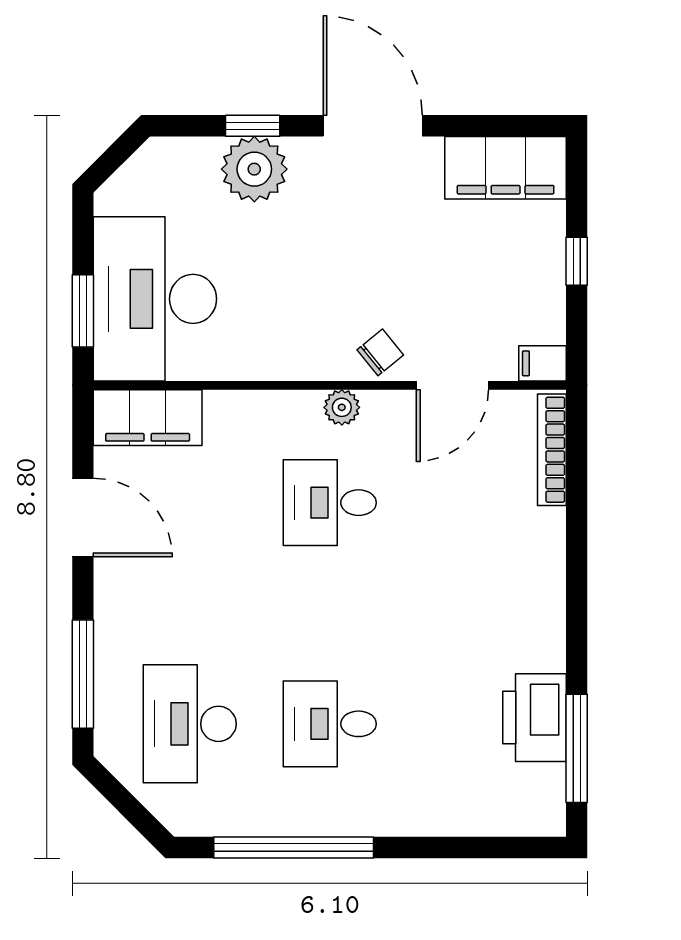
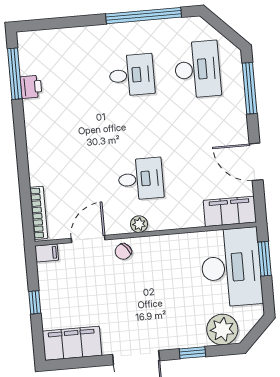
plant: (254, 169) -> (222, 330), moved
printer: (535, 718) -> (31, 87), width x0.53, depth x0.68

